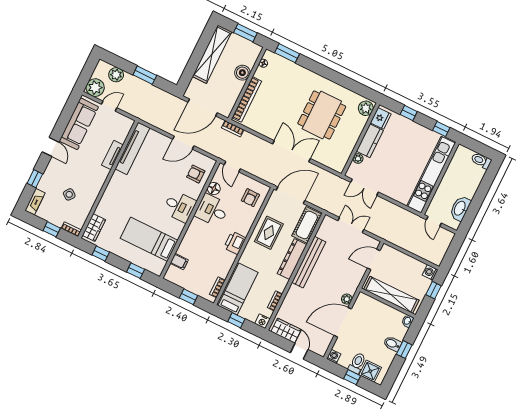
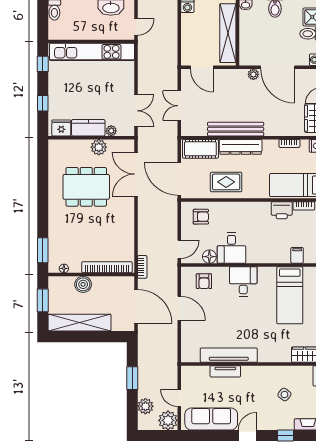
plant: (366, 108) -> (99, 147), moved
tv unit: (132, 148) -> (229, 355), moved
double door: (292, 151) -> (136, 174), moved
printer: (235, 243) -> (282, 210), moved

